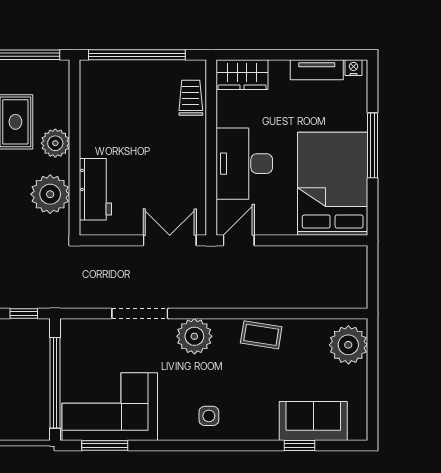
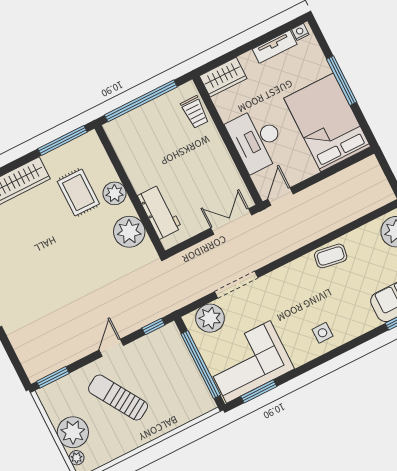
trolley: (191, 98) -> (195, 112), turned 180
plant: (194, 336) -> (210, 318), moved

